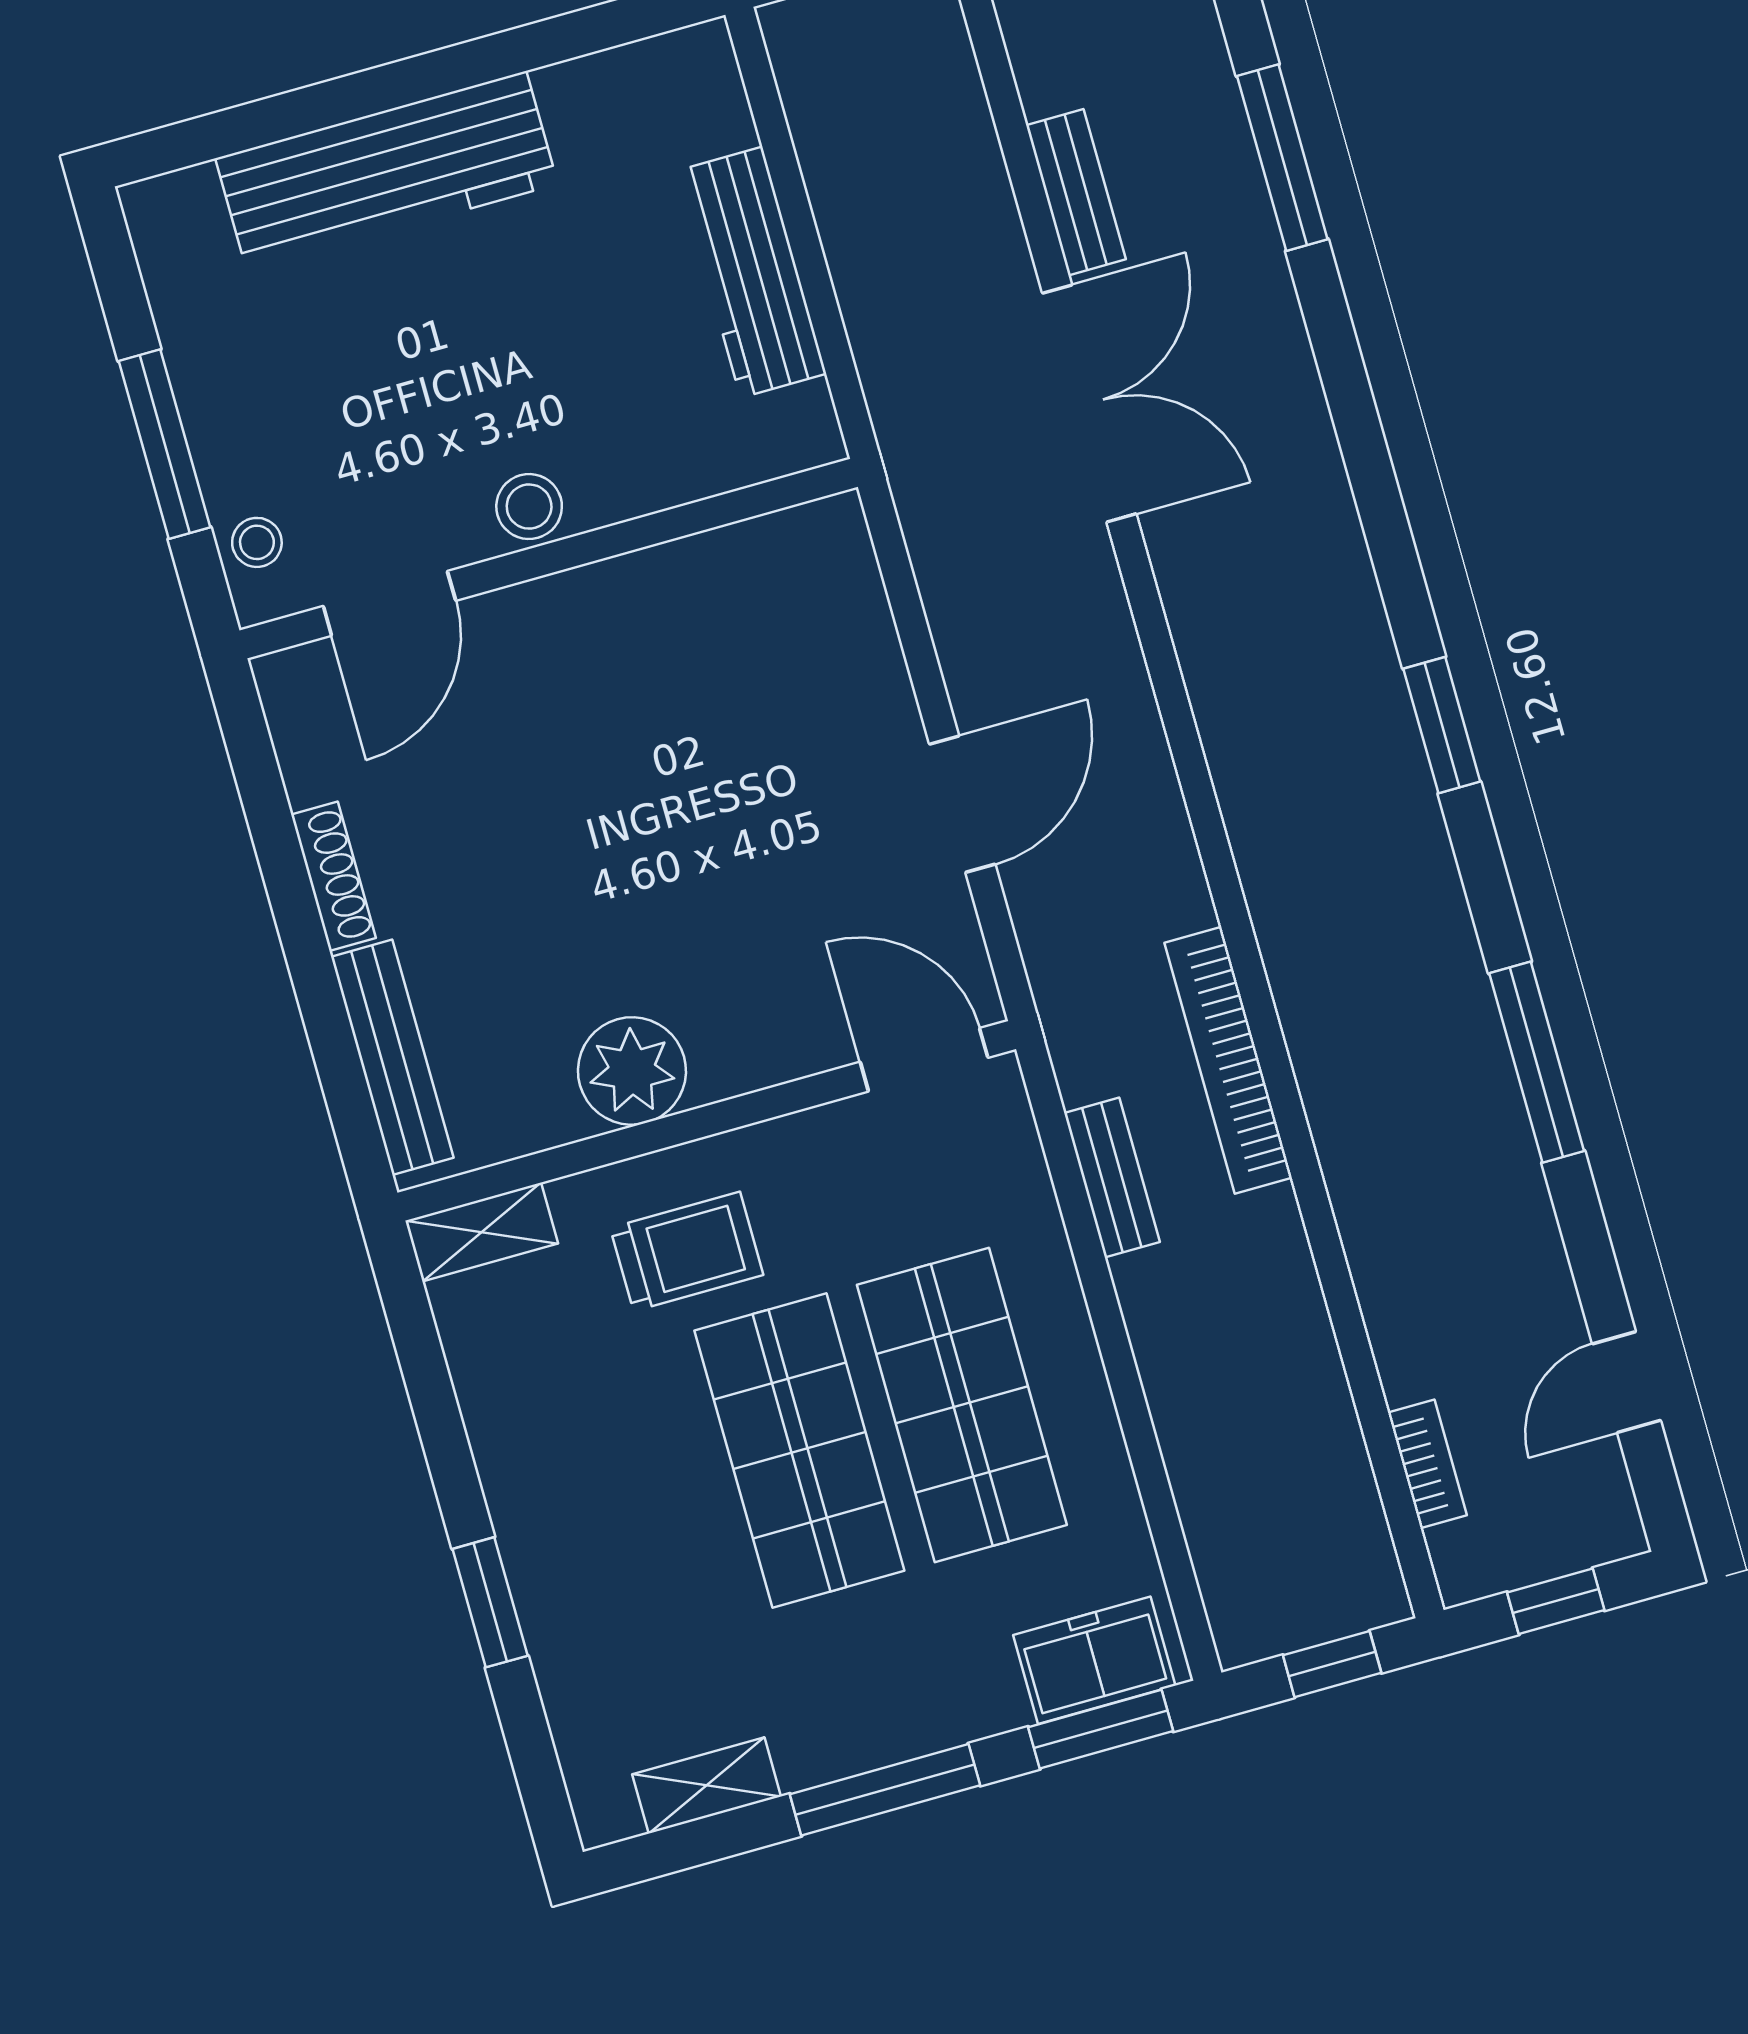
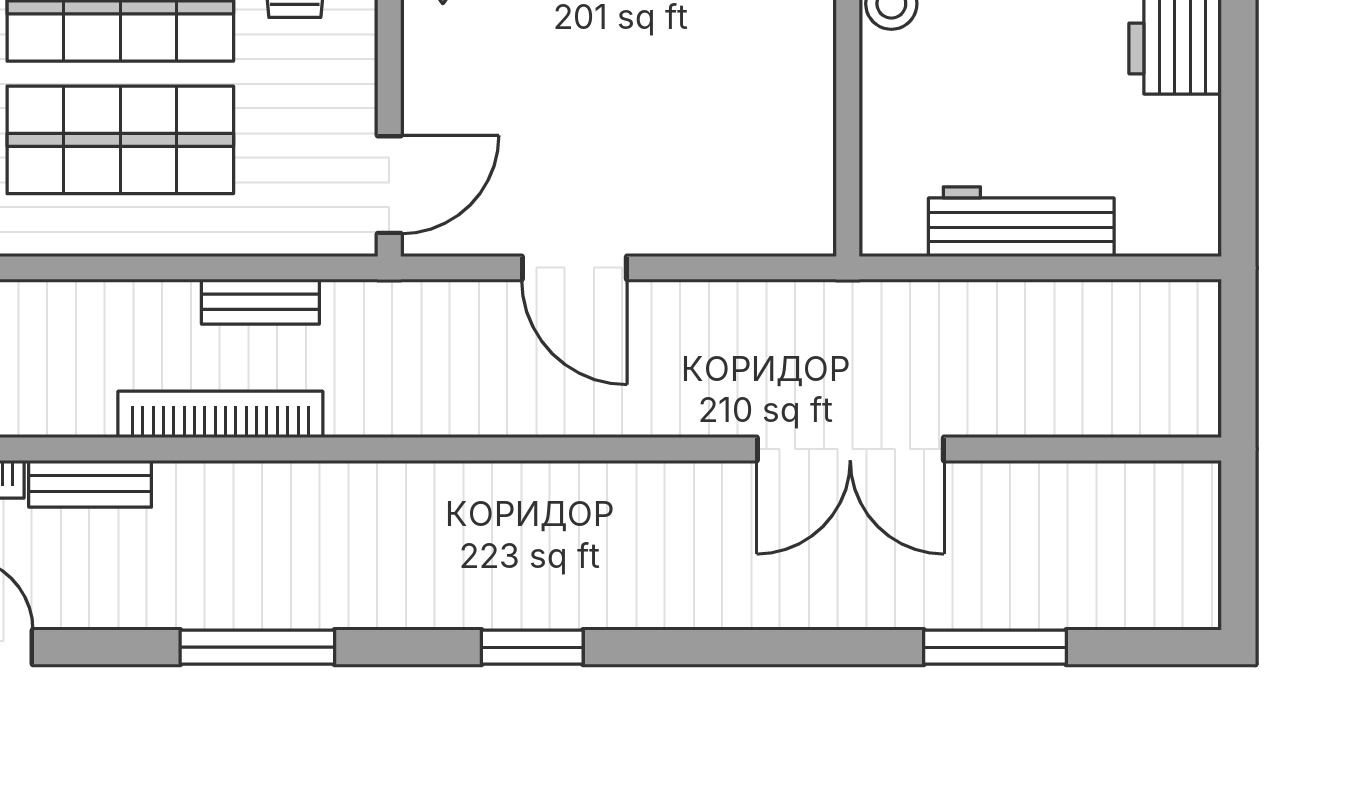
bench: (1076, 192) -> (90, 484), moved
bookcase: (1228, 1060) -> (220, 414), moved

